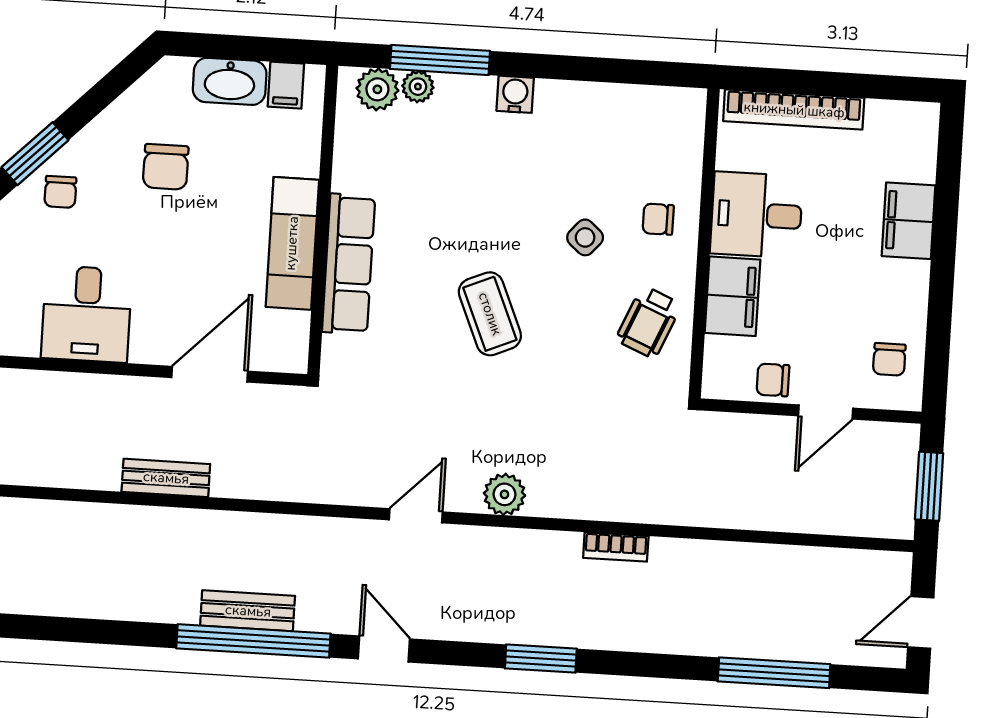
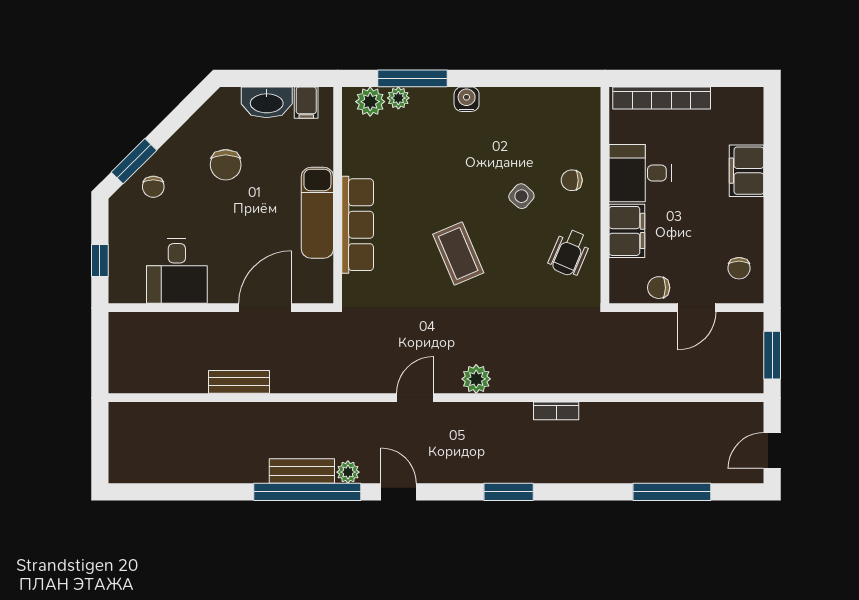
plant: (313, 616) -> (348, 472), added

